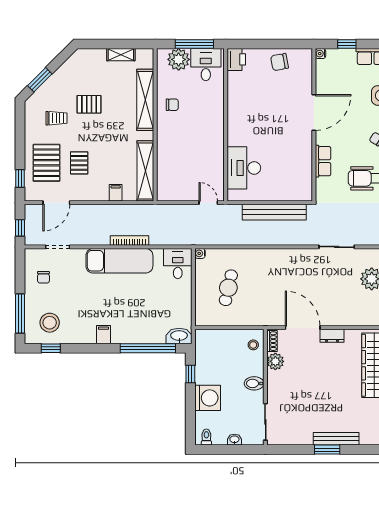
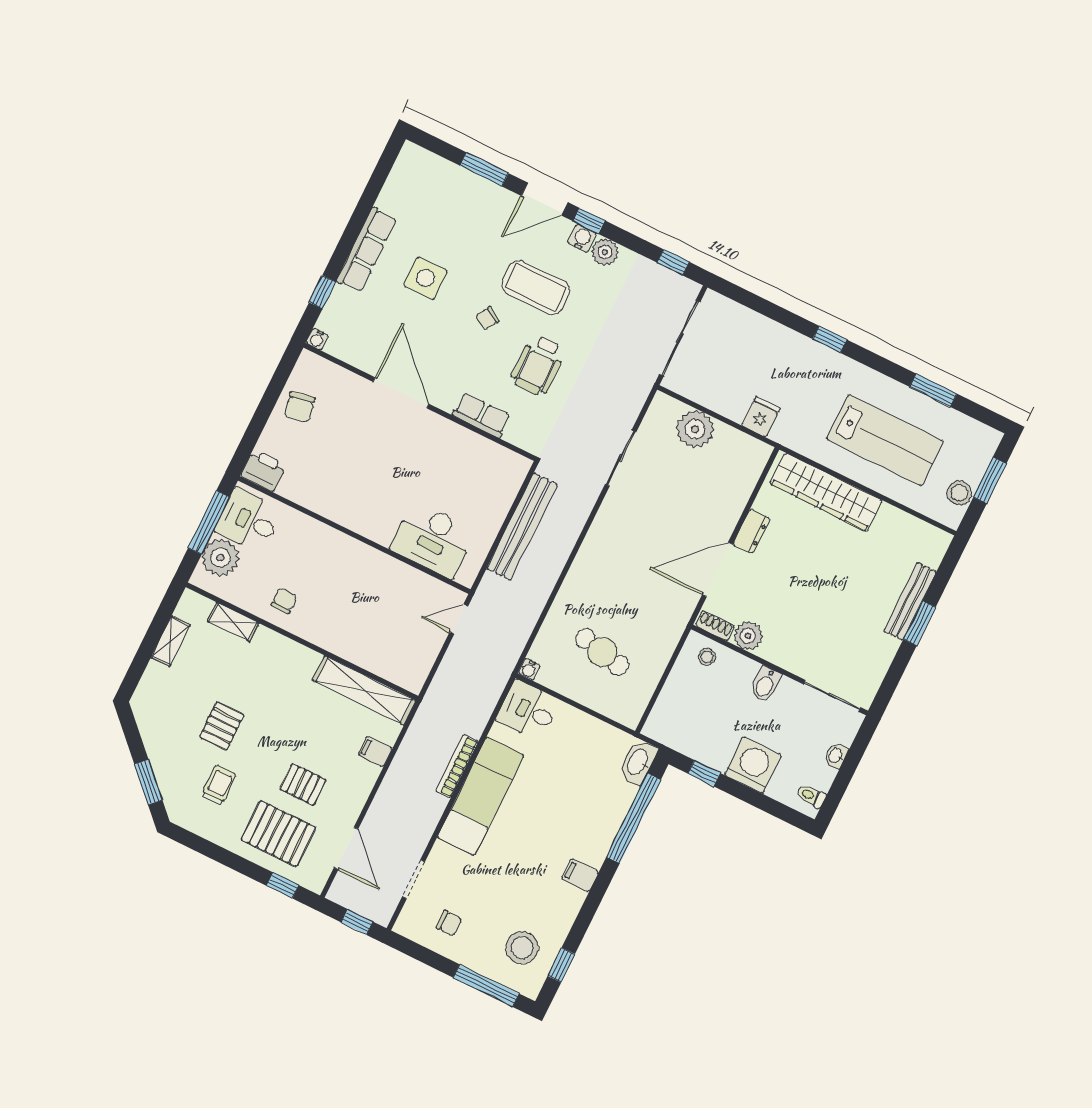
shelving: (145, 100) -> (233, 622), width x0.45, depth x0.75

